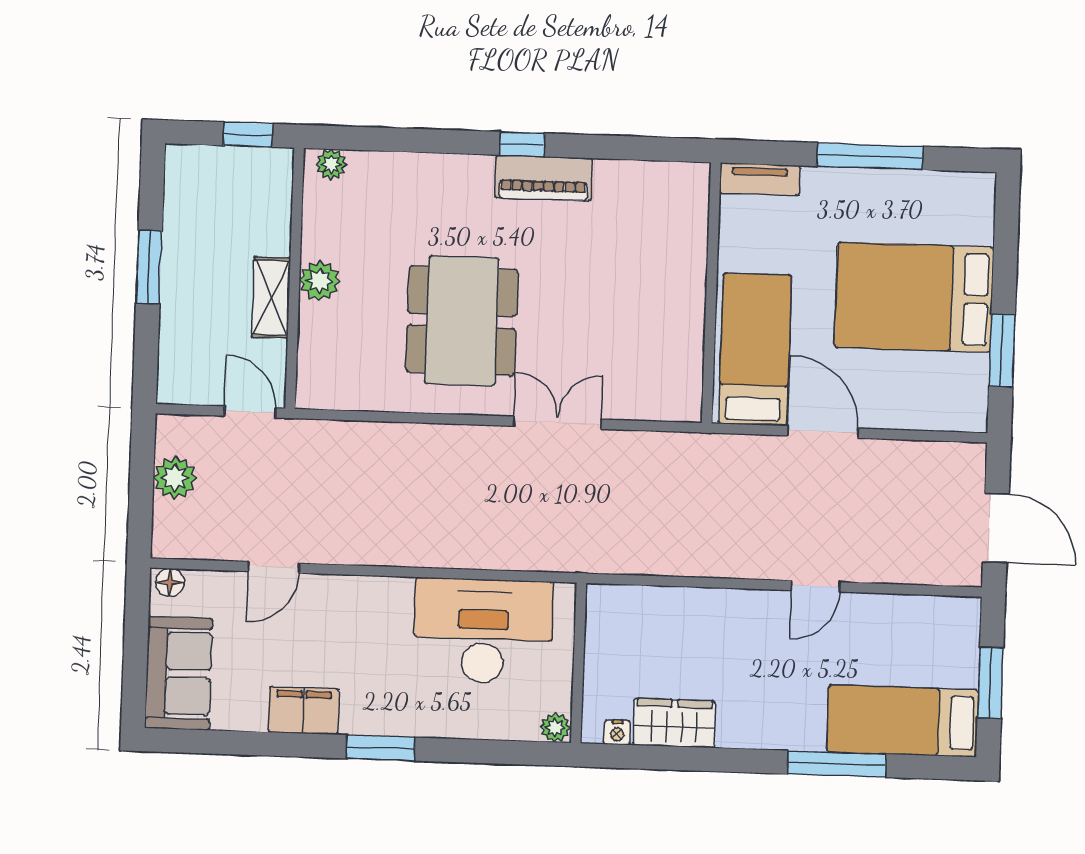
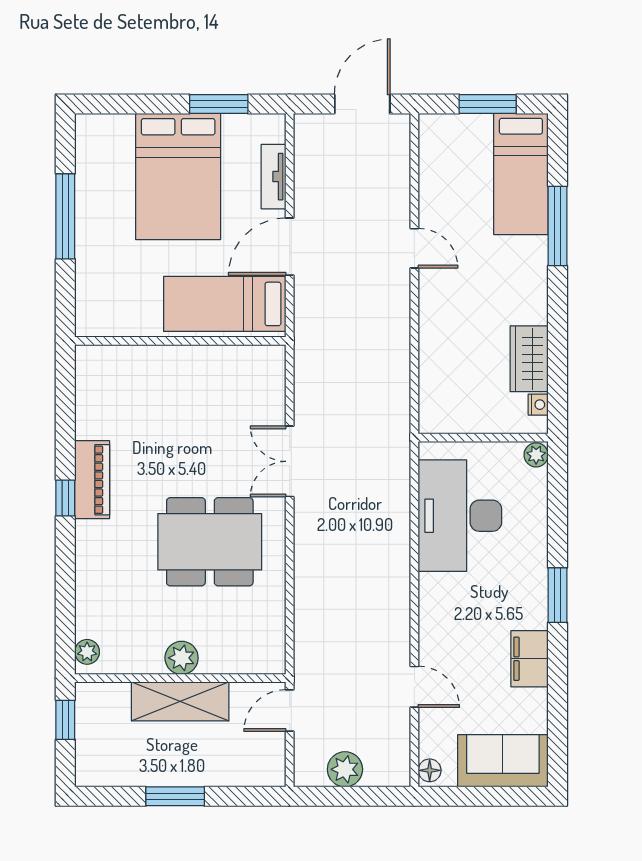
tv unit: (760, 179) -> (273, 177), moved, turned 180
shelving: (271, 298) -> (180, 701), width x1.50, depth x1.33

